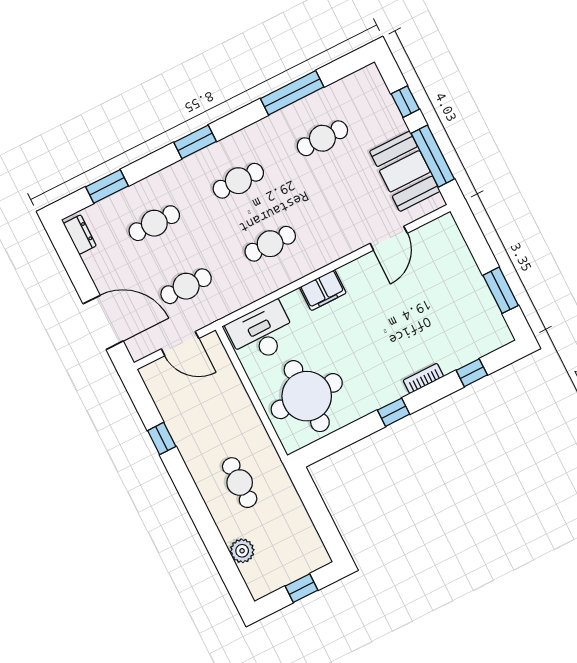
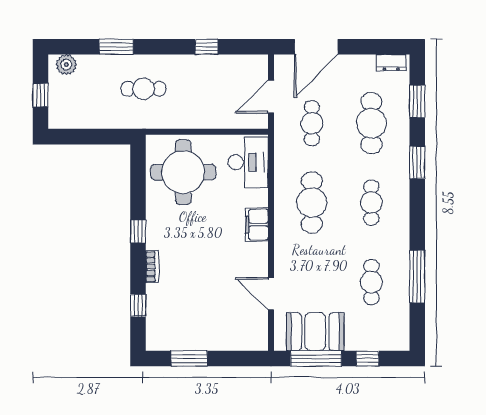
window: (195, 142) -> (417, 162), moved
cafe table: (154, 223) -> (371, 123), width x1.37, depth x1.35
cafe table: (270, 244) -> (312, 203), width x1.37, depth x1.35
window: (210, 534) -> (116, 47), added
plant: (242, 551) -> (66, 65), moved

